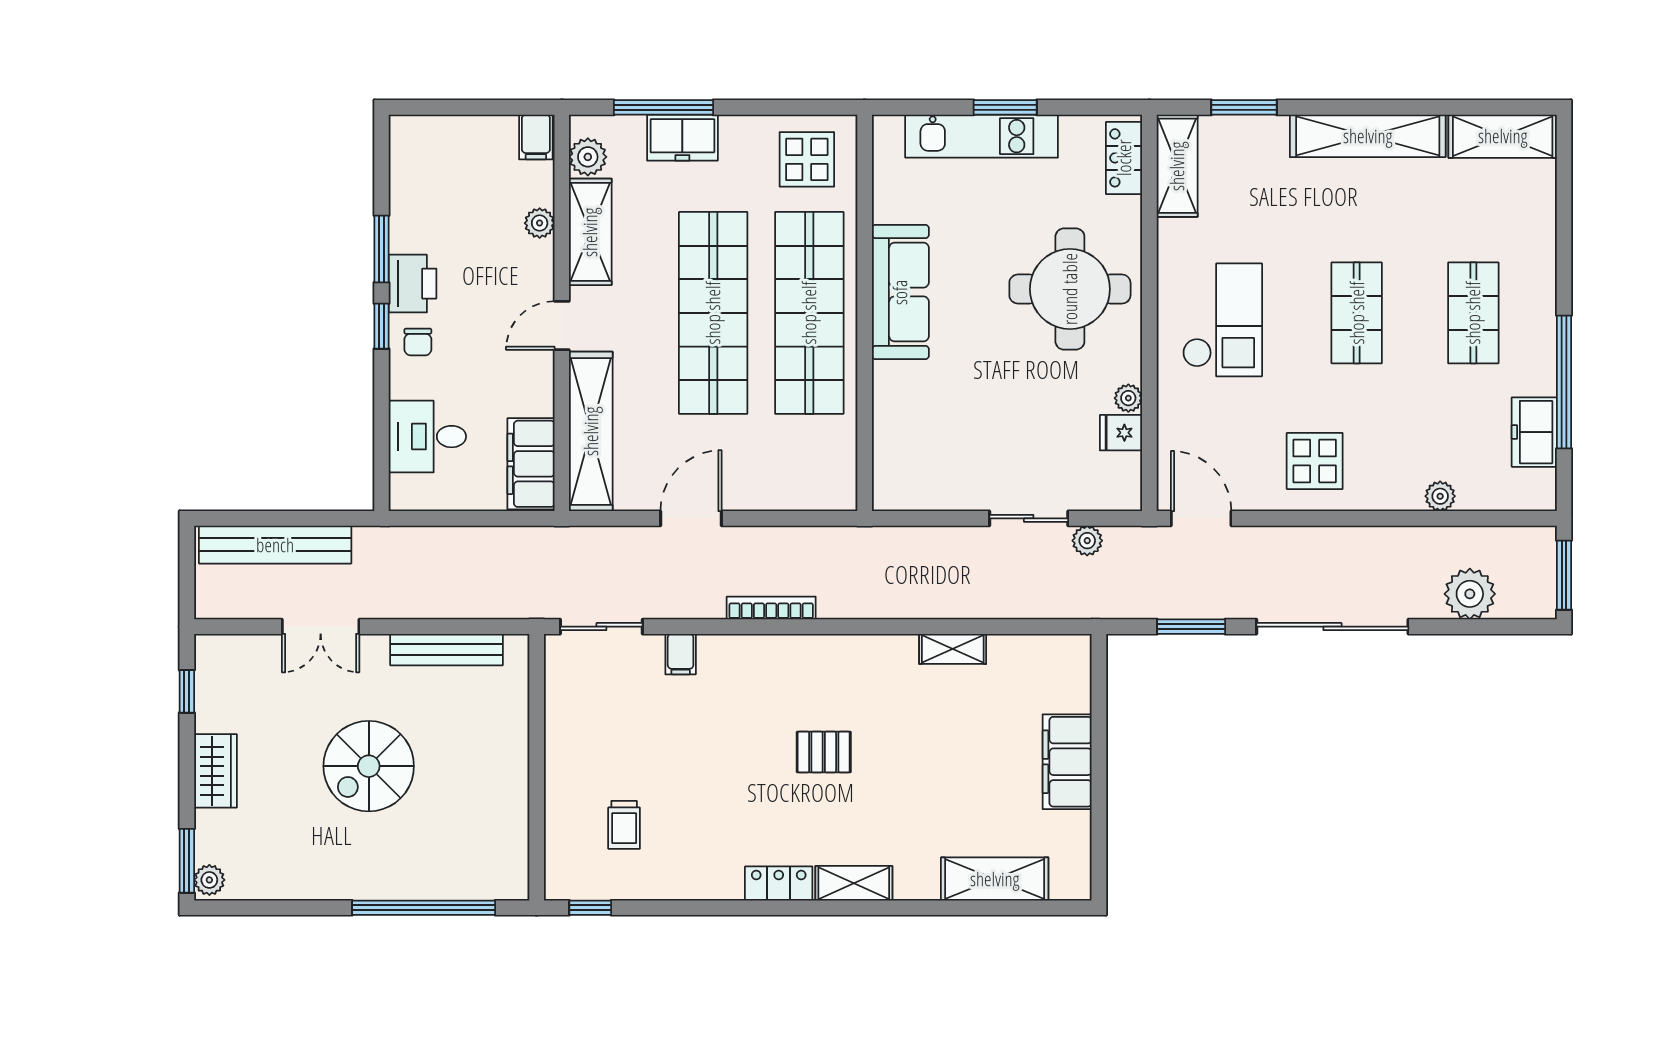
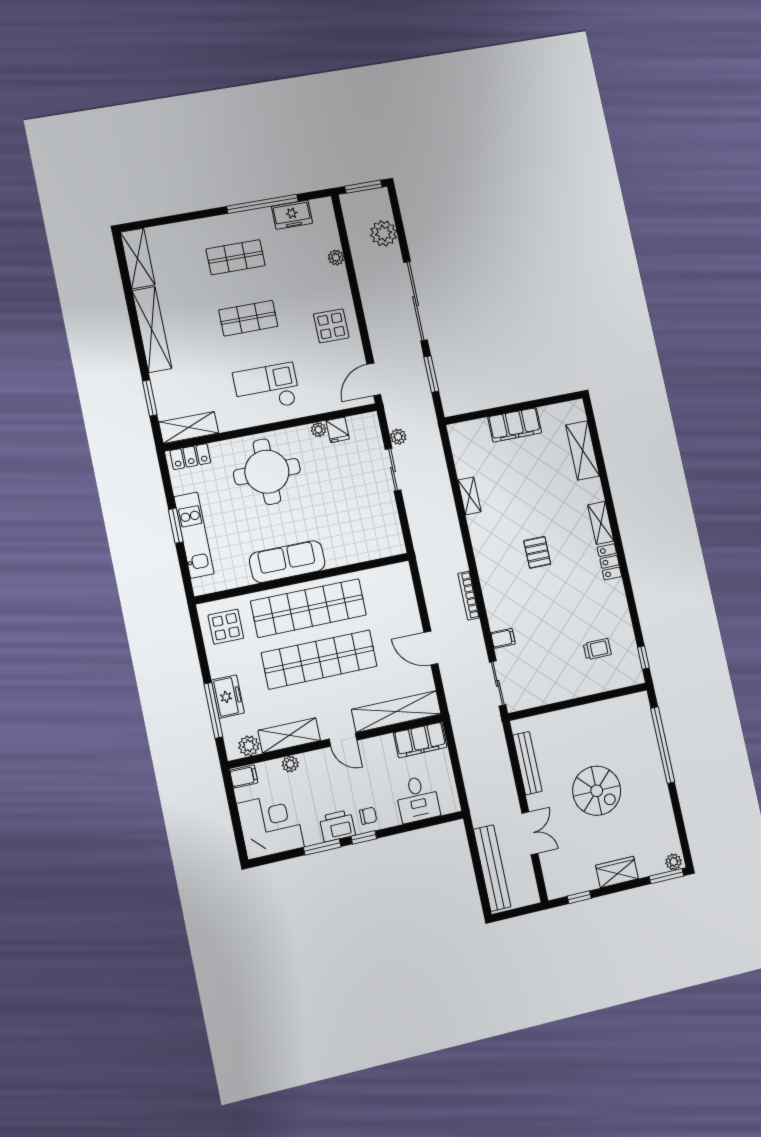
corner desk: (440, 166) -> (270, 825), added

